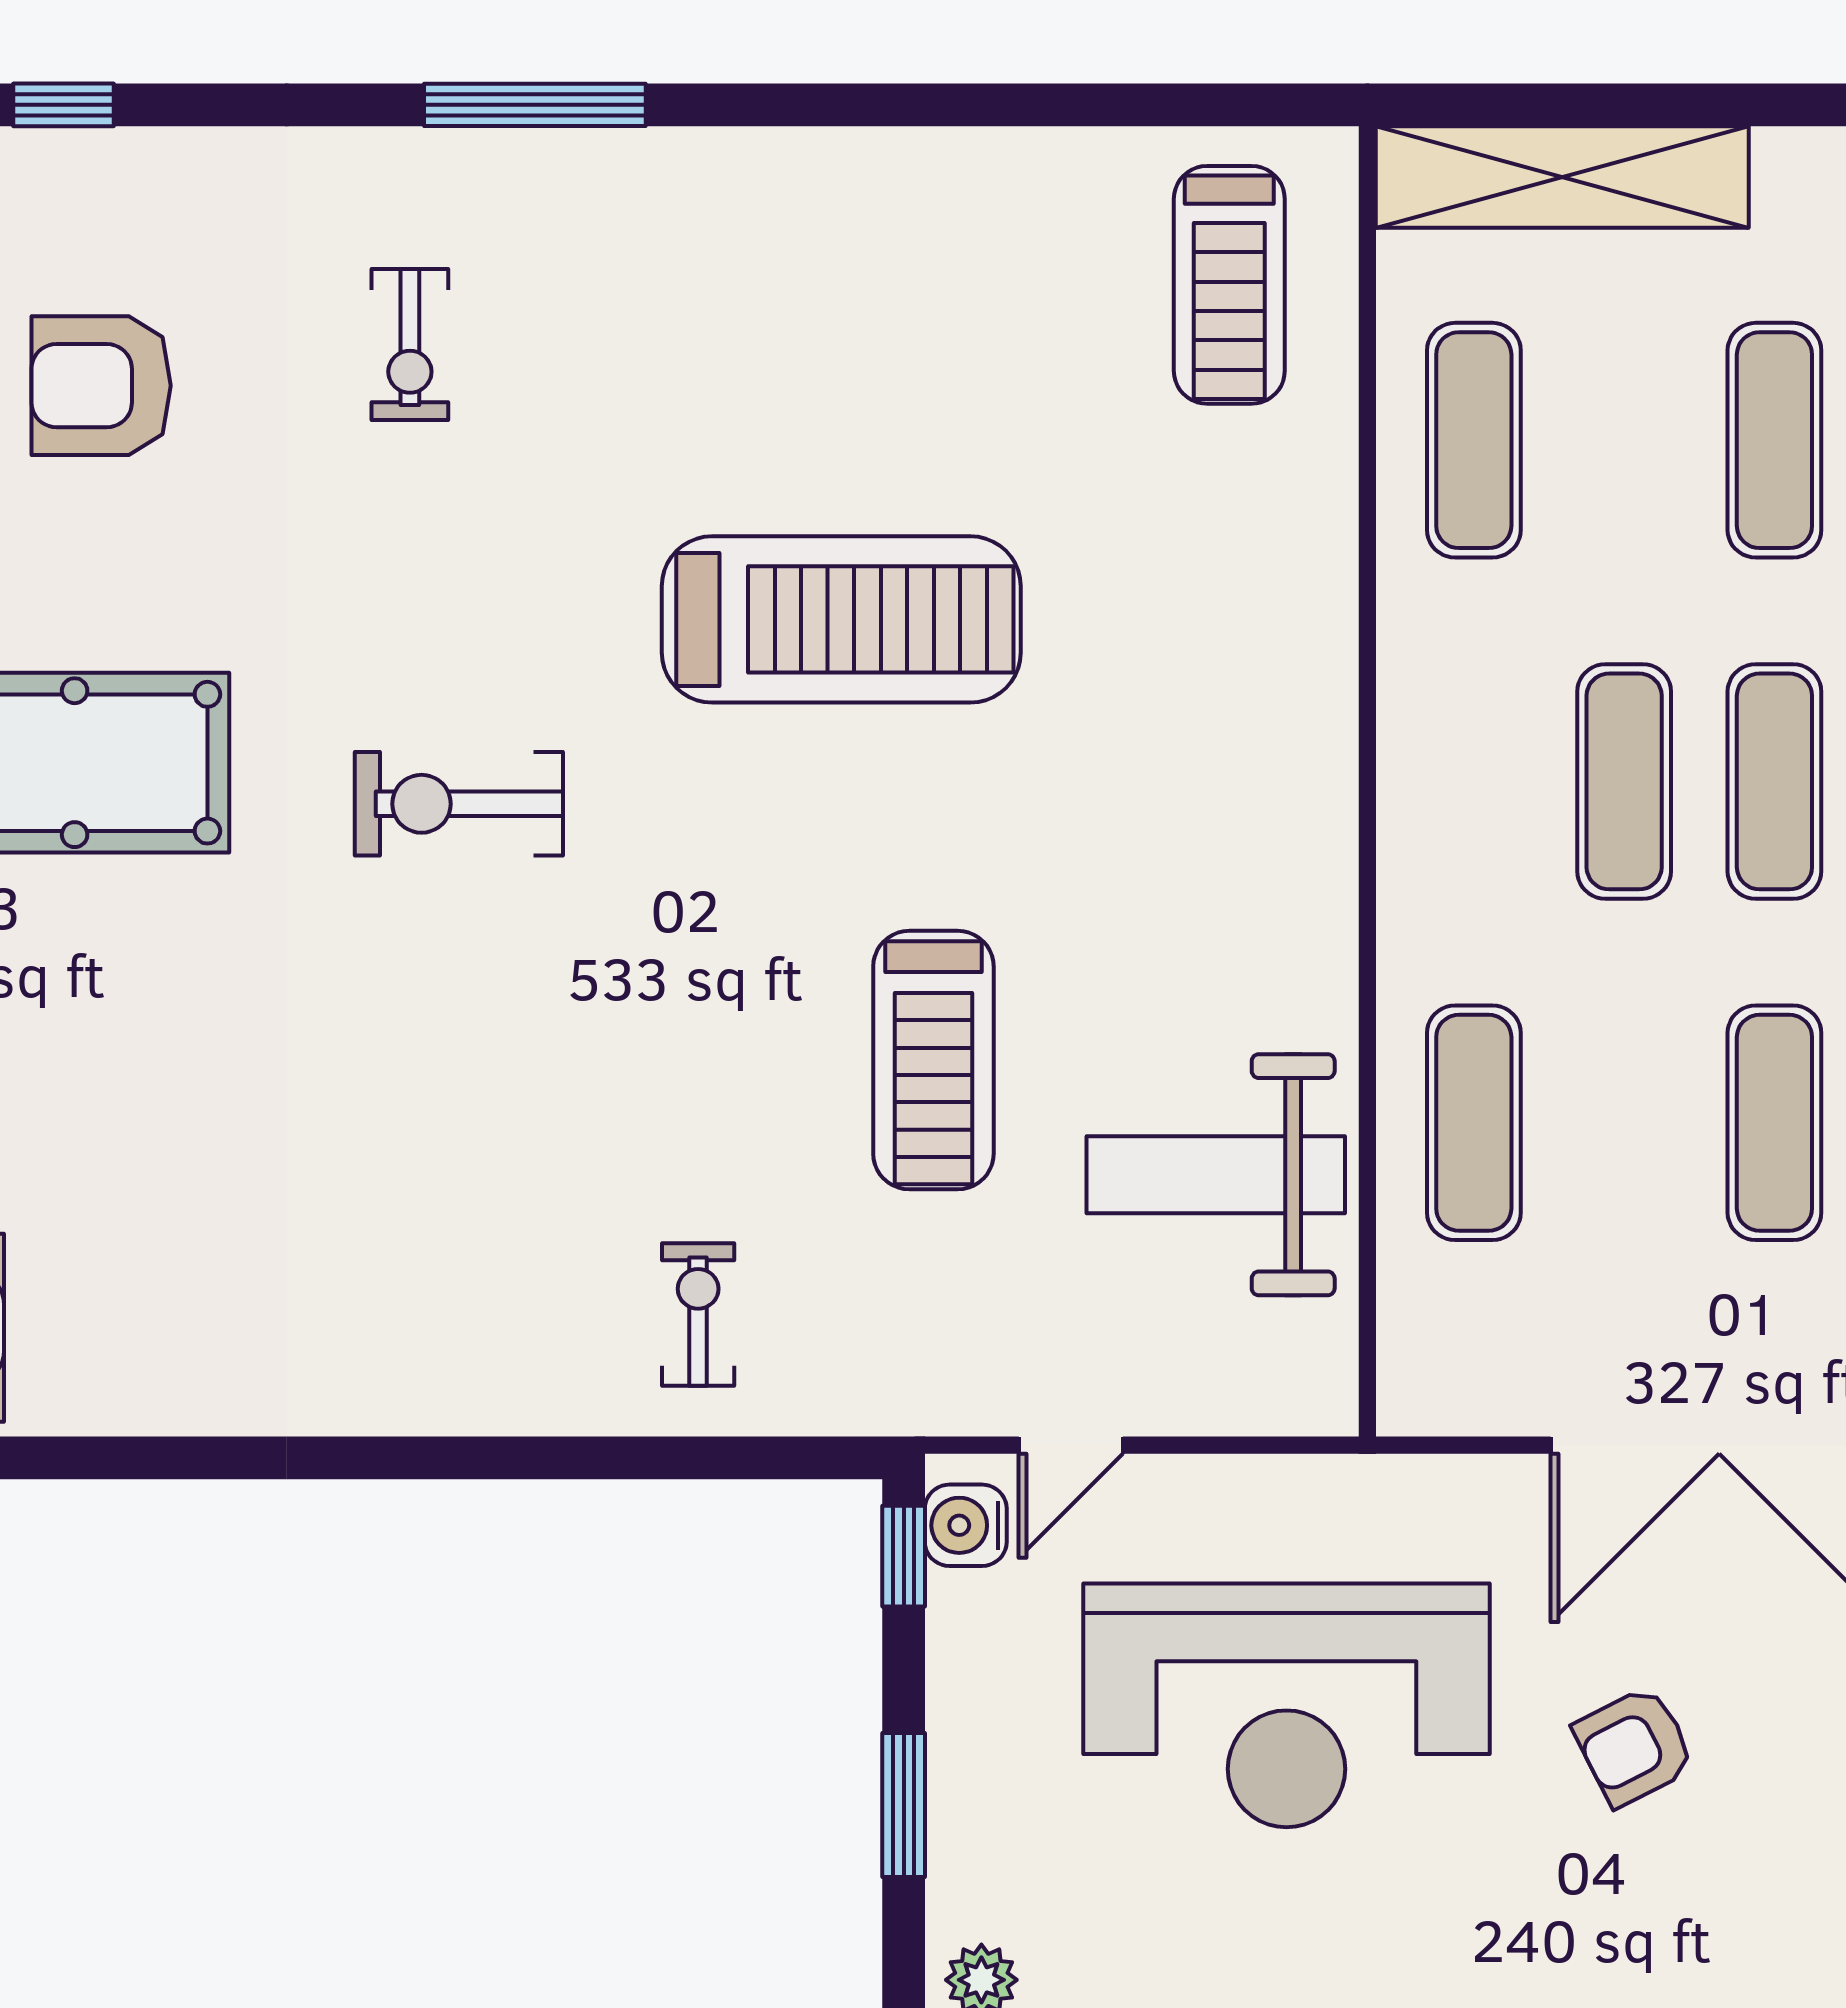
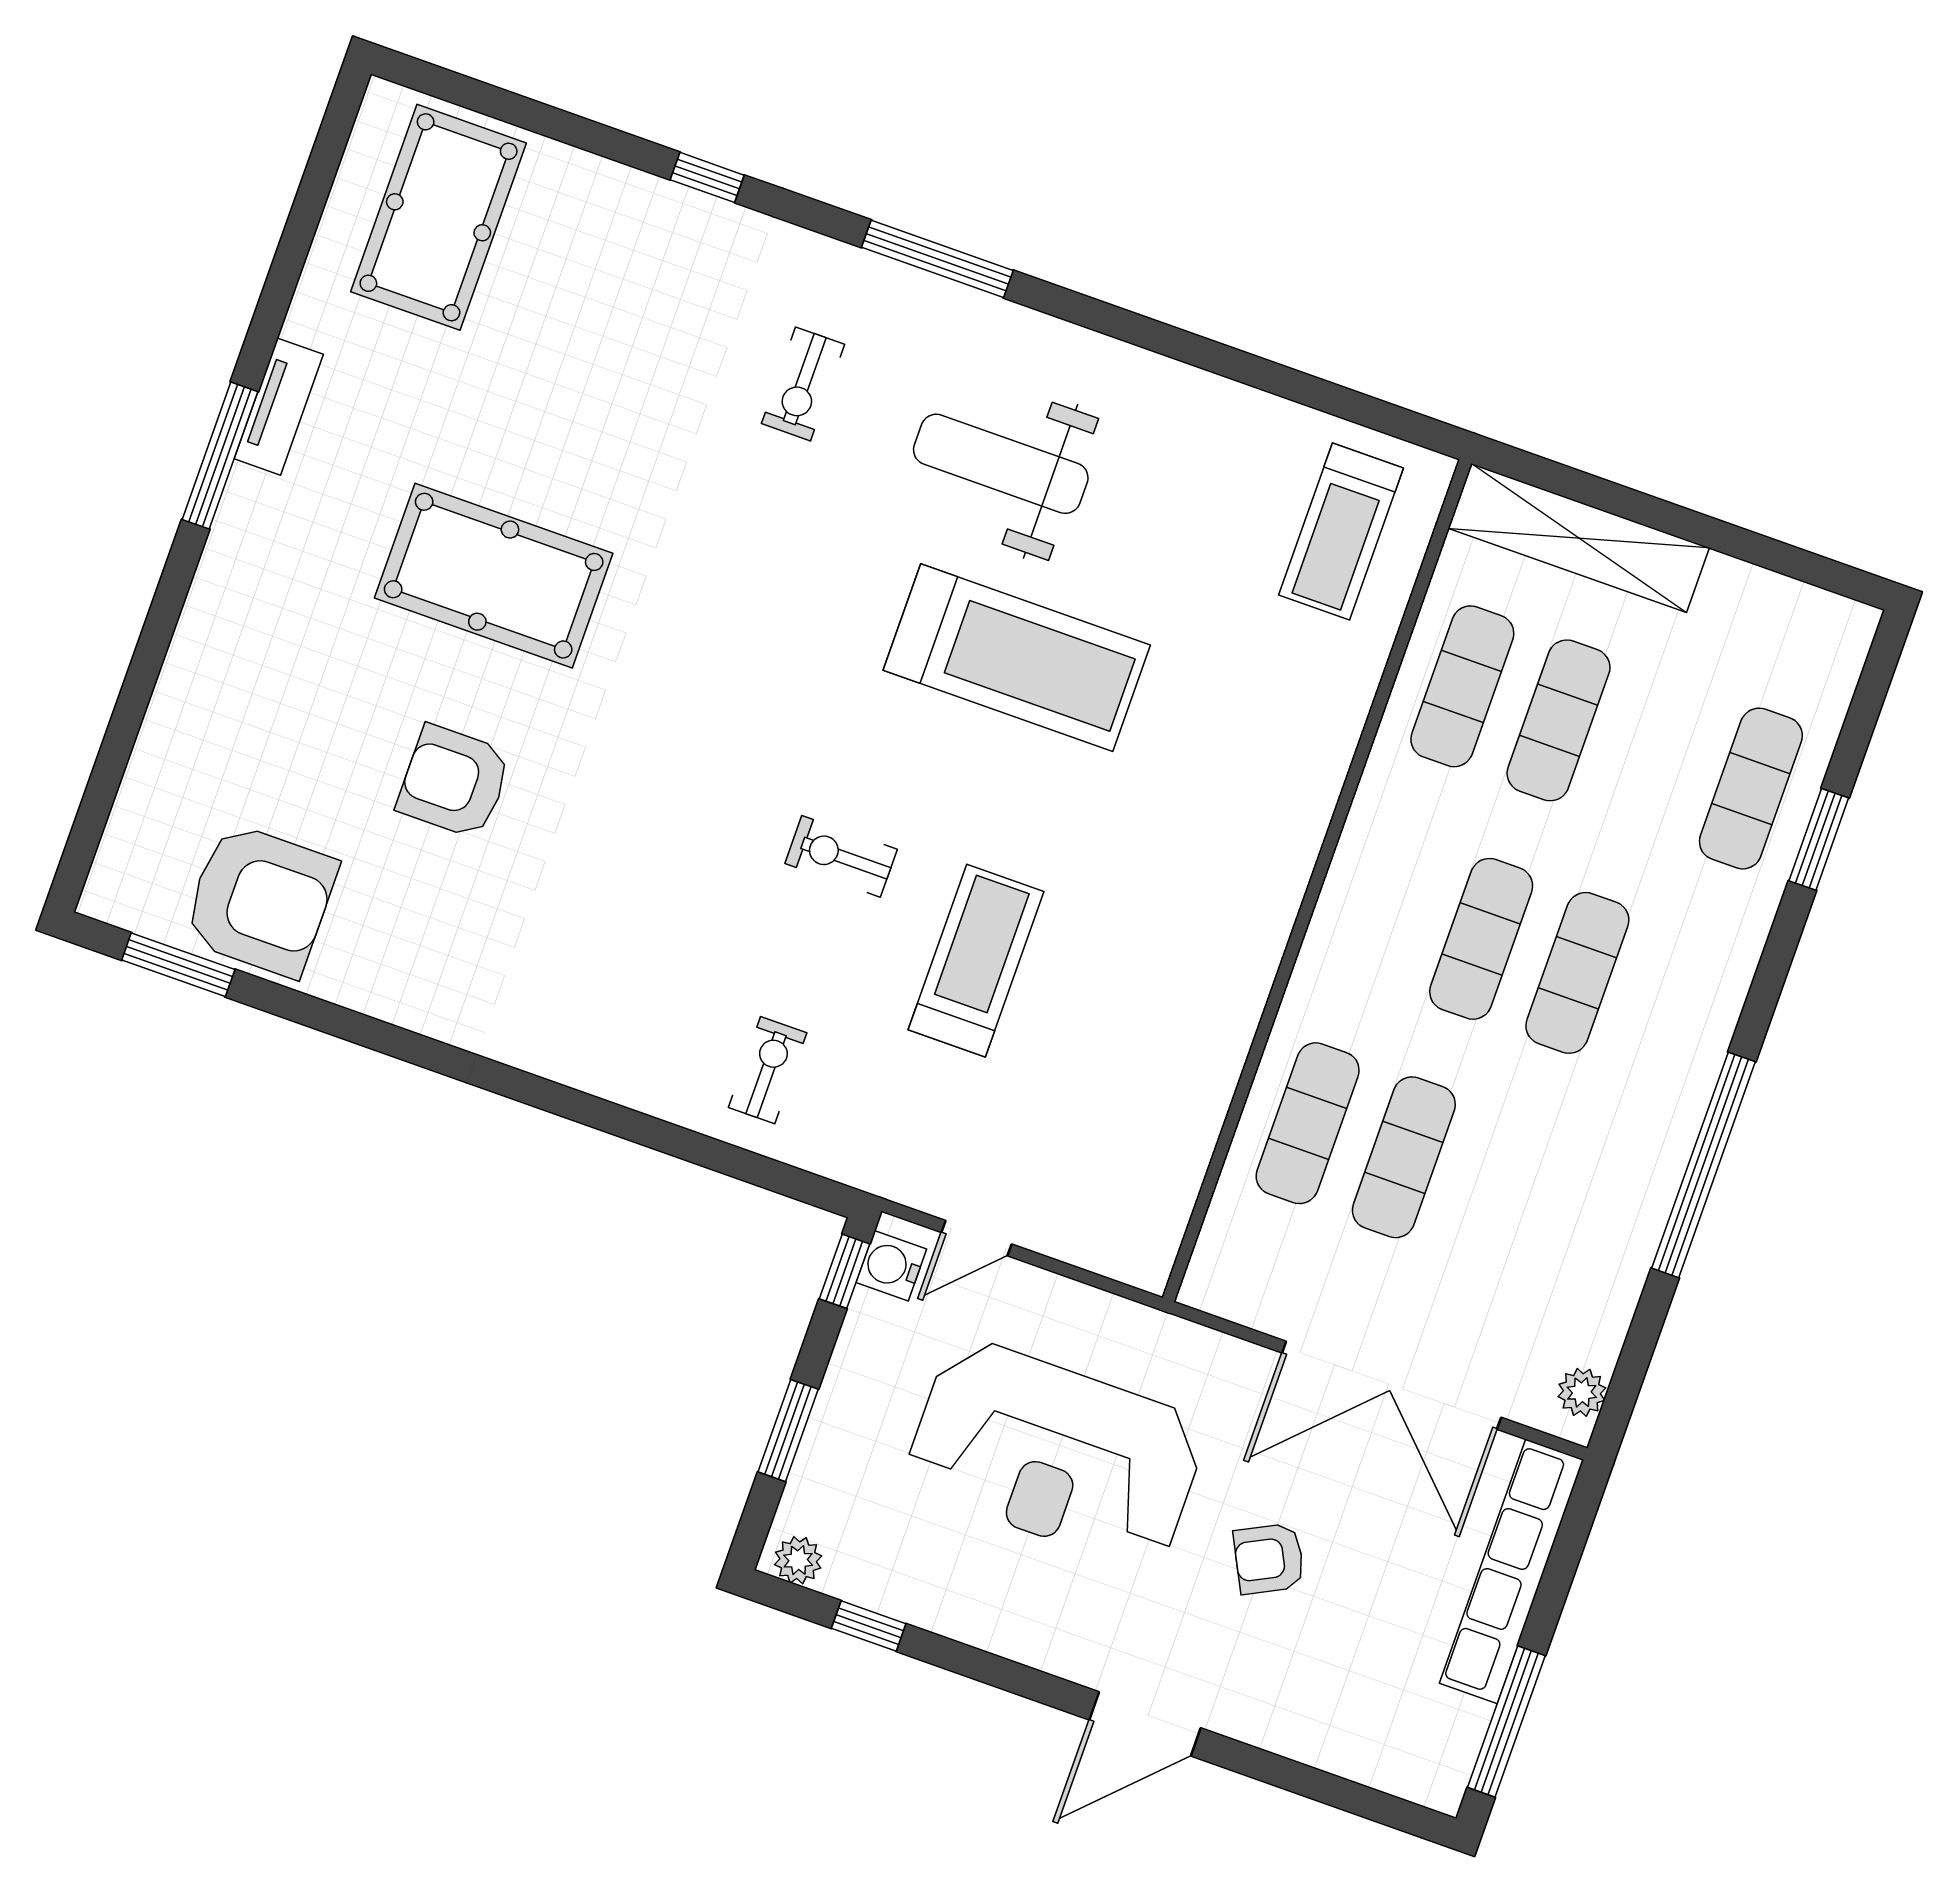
window: (64, 105) -> (707, 177), moved
armchair: (101, 386) -> (454, 782), moved
exercise mat: (1774, 440) -> (1559, 720), moved
exercise bike: (459, 804) -> (841, 856), moved, width x0.73, depth x0.72
treadmill: (933, 1060) -> (976, 961), turned 180
exercise mat: (1774, 1123) -> (1404, 1157), moved
weight bench: (1216, 1175) -> (1001, 464), moved

